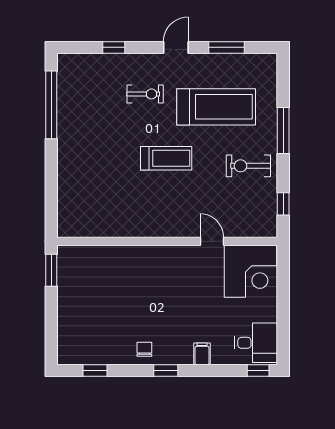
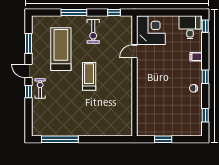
window: (114, 47) -> (28, 92), moved
exercise bike: (145, 94) -> (40, 89), moved
window: (51, 270) -> (163, 139), moved

